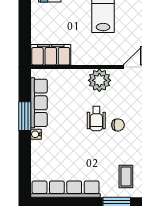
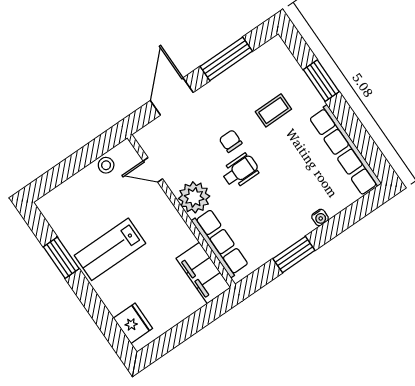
row of seats: (39, 103) -> (220, 243), moved, turned 90
water cooler: (36, 134) -> (320, 217), moved
coffee table: (126, 176) -> (273, 110), moved

